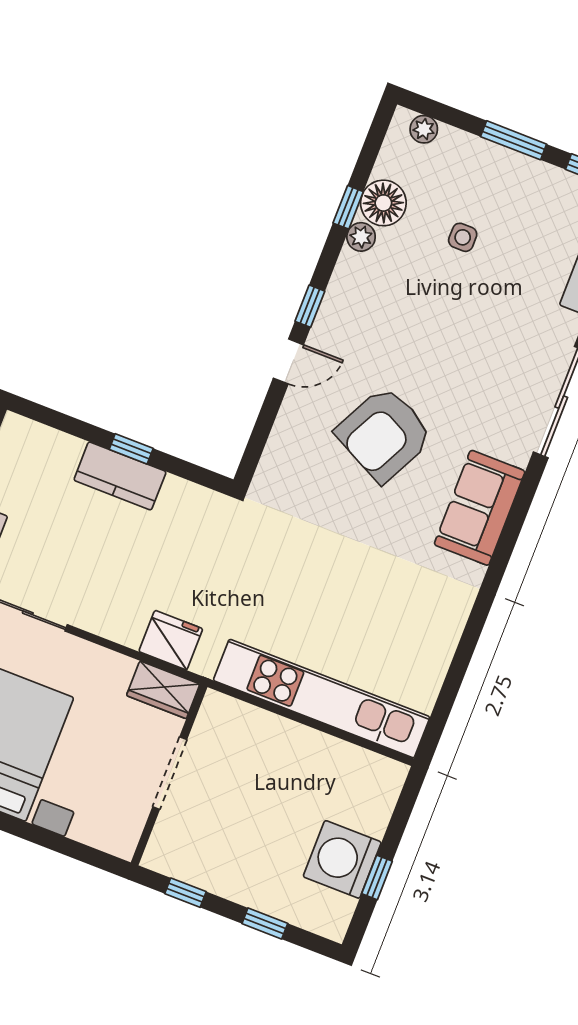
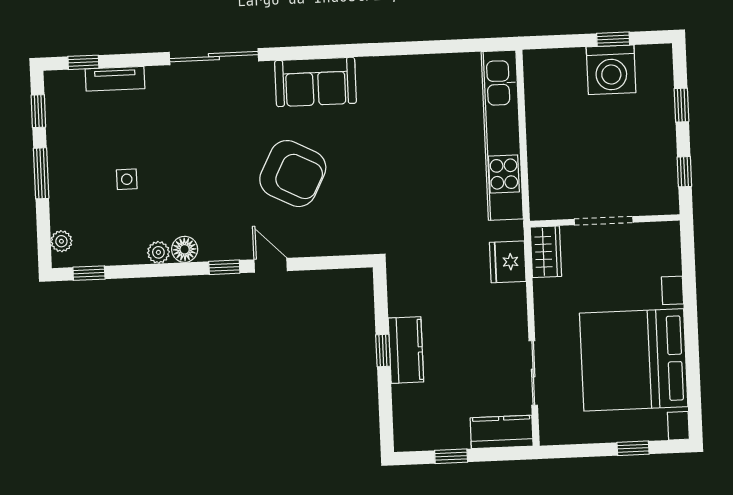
floor lamp: (383, 203) -> (185, 249), moved, width x0.73, depth x0.73
window: (348, 207) -> (89, 273), moved

